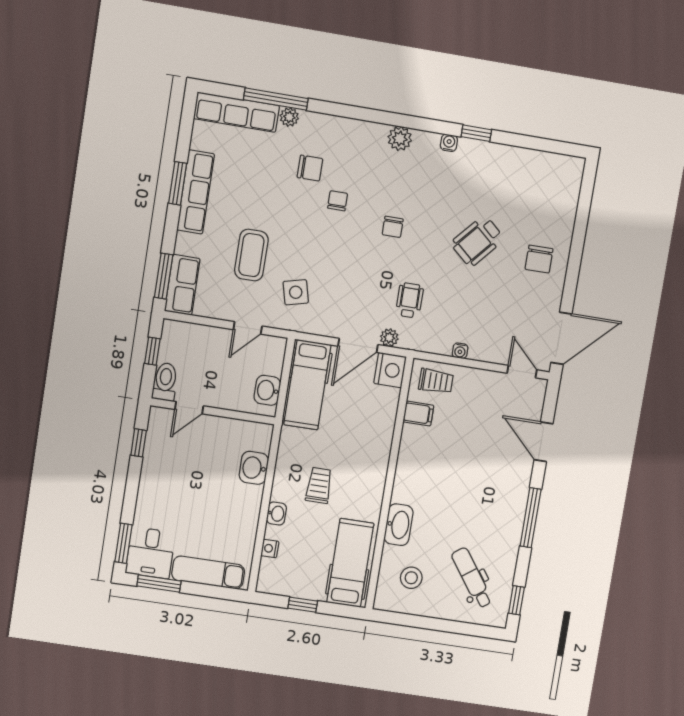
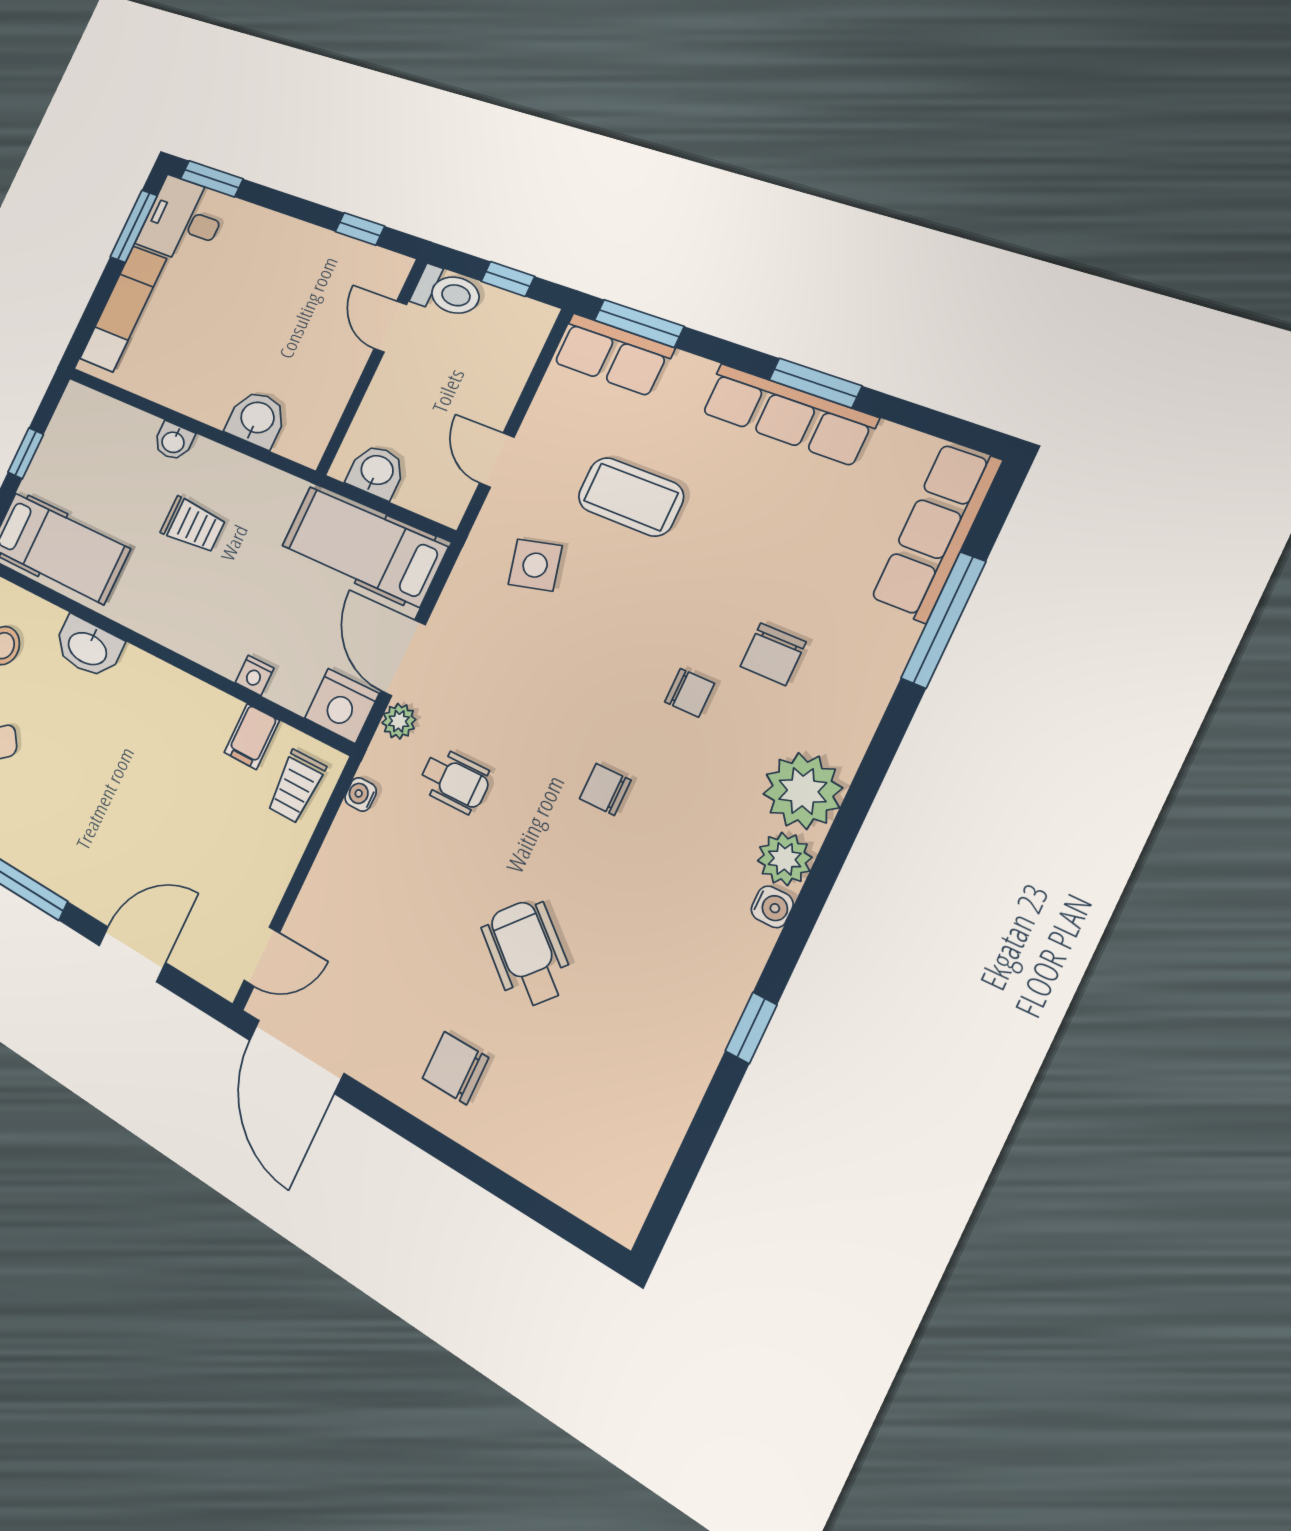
plant: (289, 117) -> (803, 791), moved, width x1.88, depth x1.88
water cooler: (449, 143) -> (772, 907), moved
water cooler: (460, 351) -> (361, 794), moved
nightstand: (270, 548) -> (254, 675), moved, turned 180

